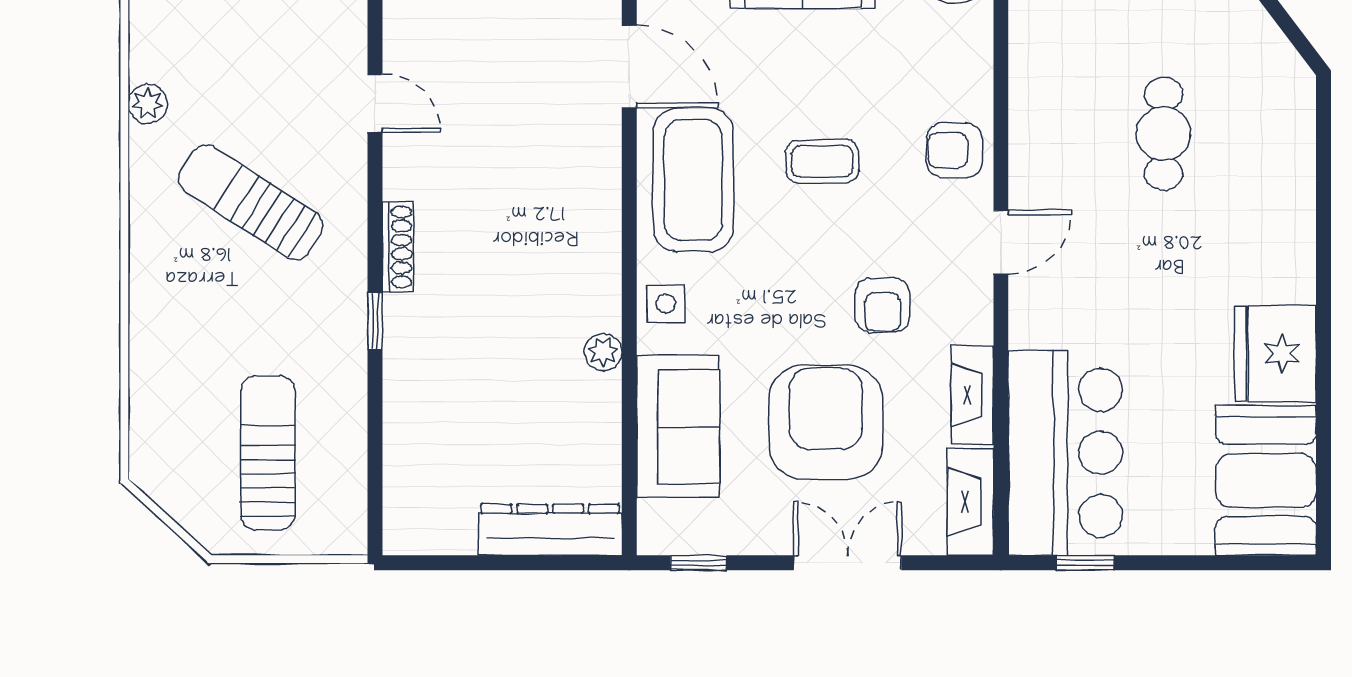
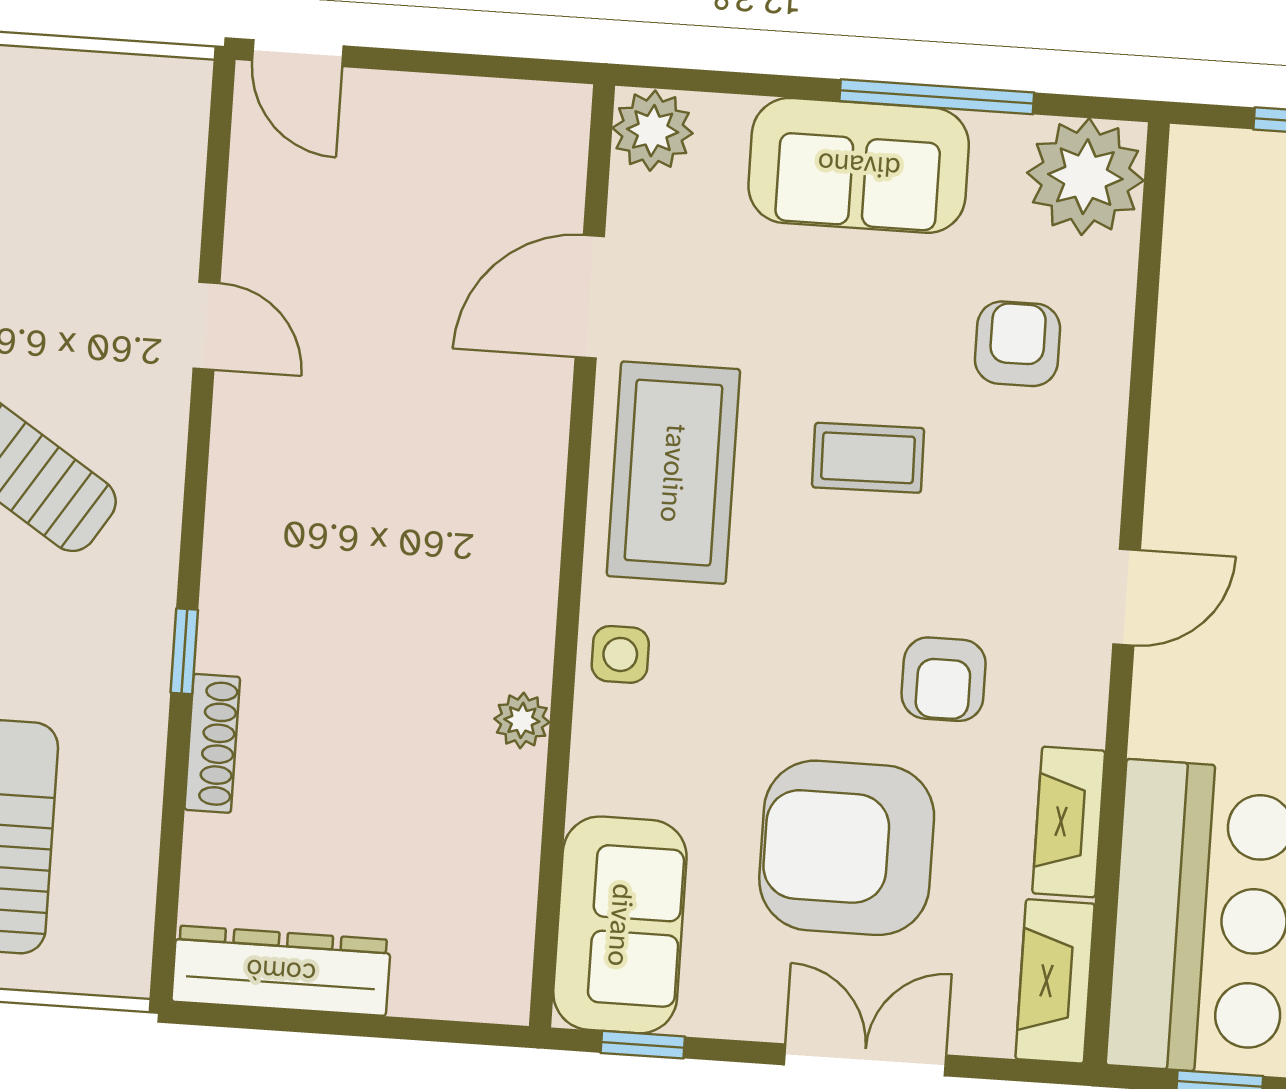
door: (629, 66) -> (590, 297), swing flipped
armchair: (954, 150) -> (1017, 344), moved, turned 90
shoe rack: (398, 247) -> (212, 743), moved
armchair: (826, 422) -> (847, 848), turned -90
sofa: (678, 427) -> (620, 925), moved
dresser: (550, 530) -> (281, 971), moved

